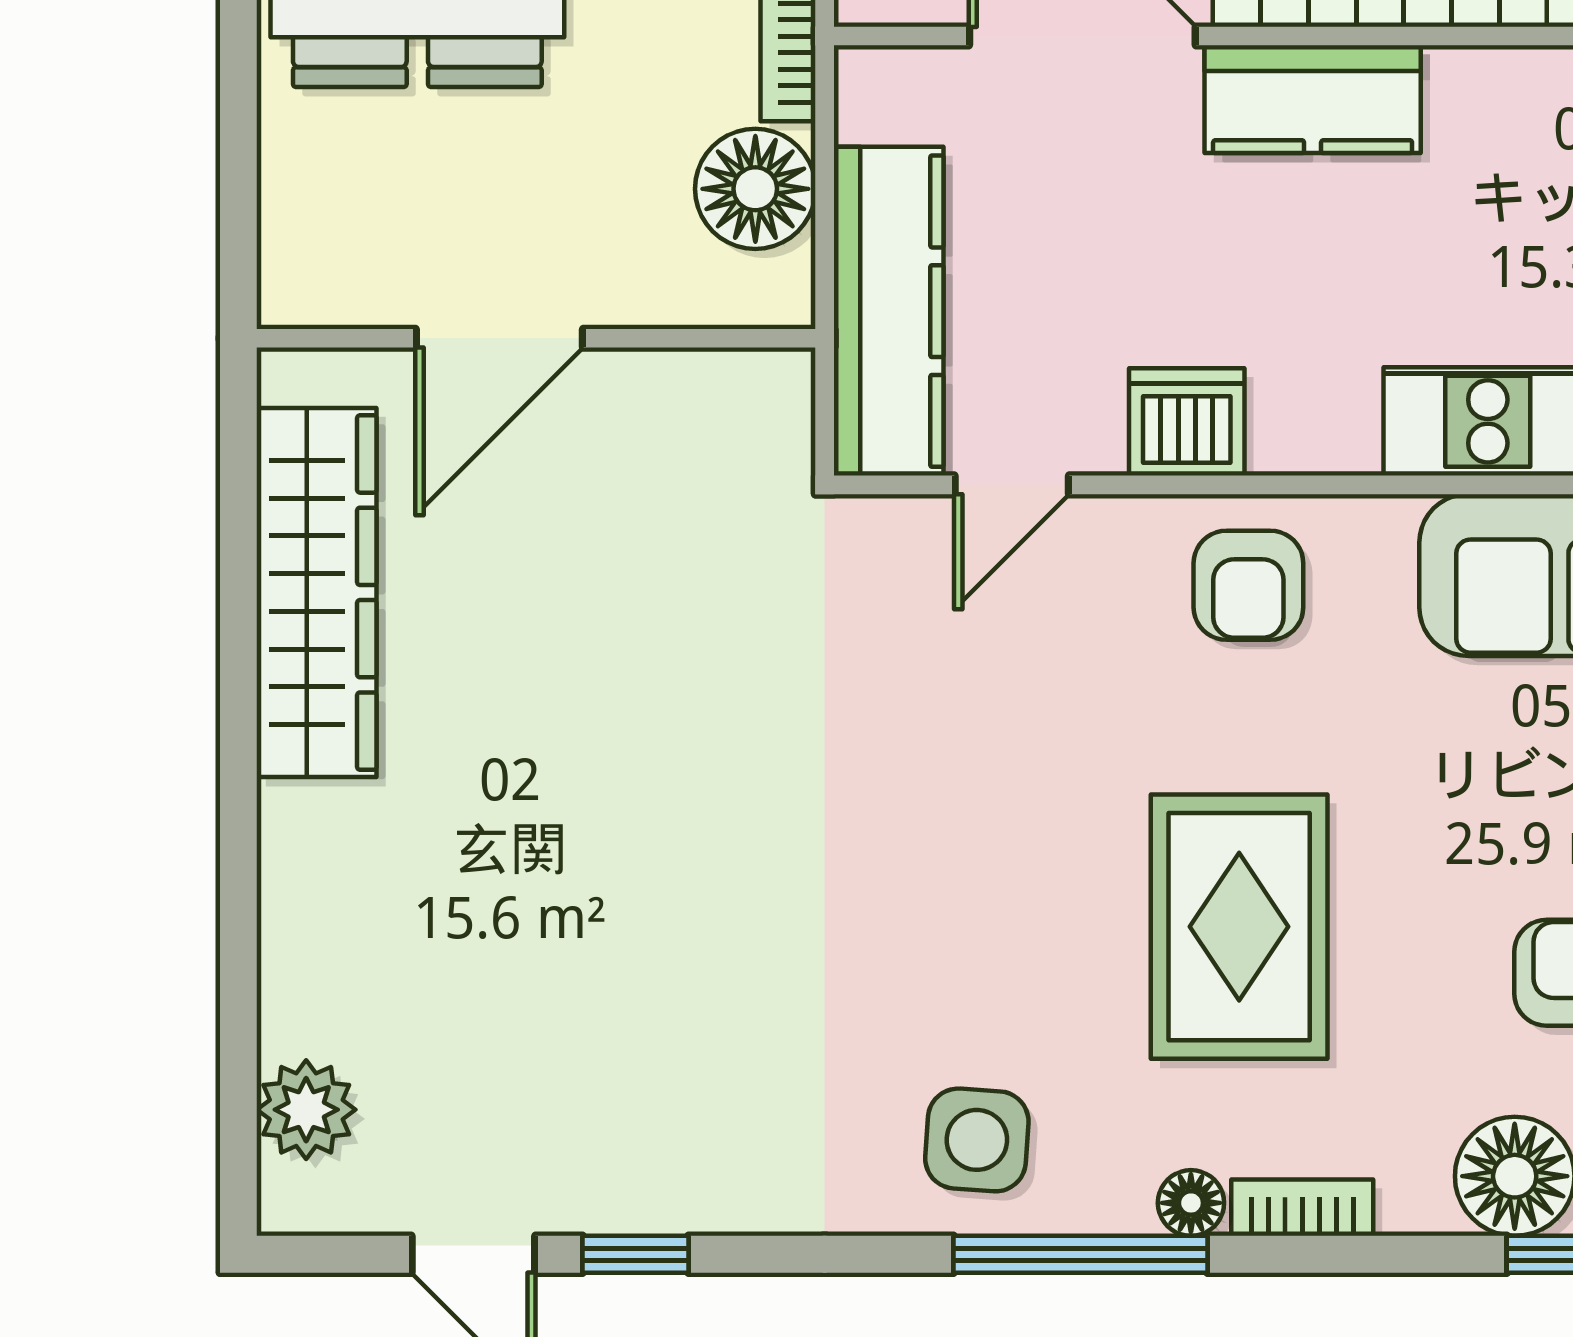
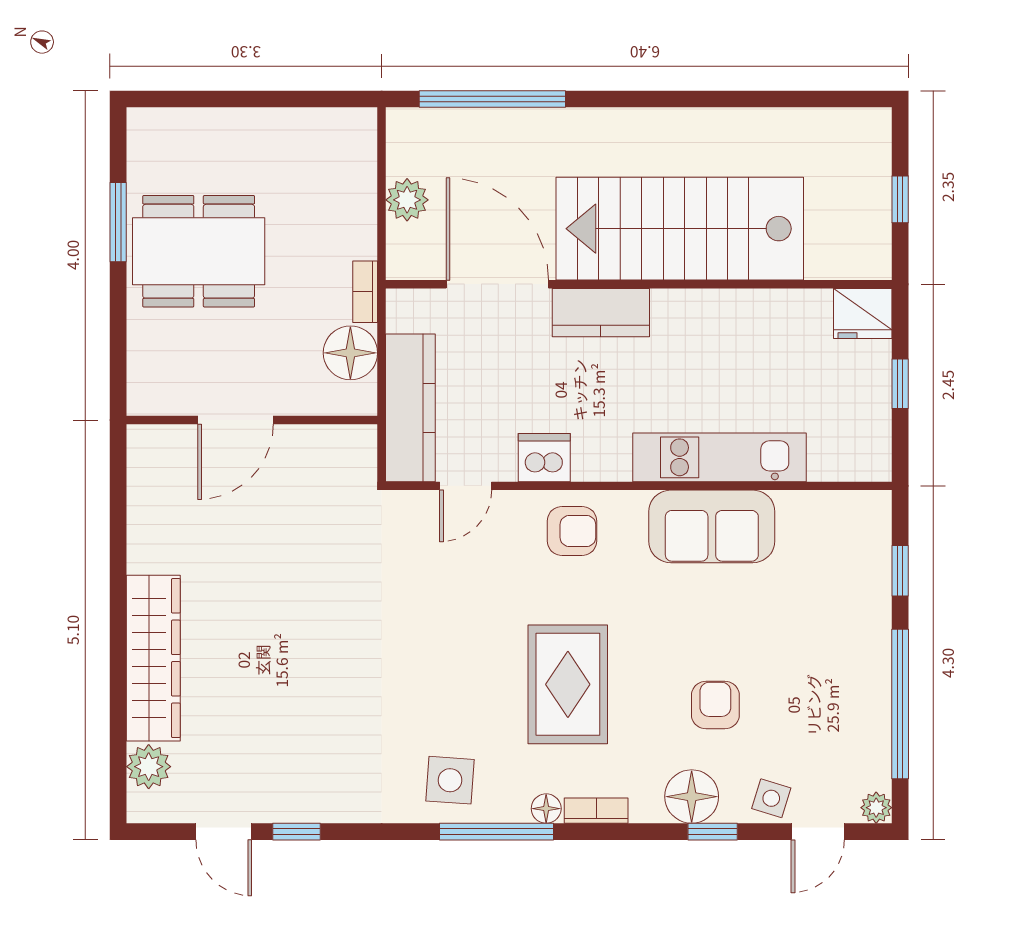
armchair: (1248, 585) -> (572, 531), turned -90
wardrobe: (317, 593) -> (153, 658), moved

